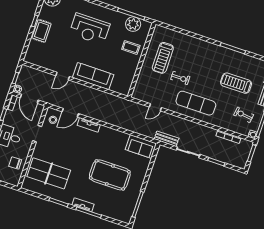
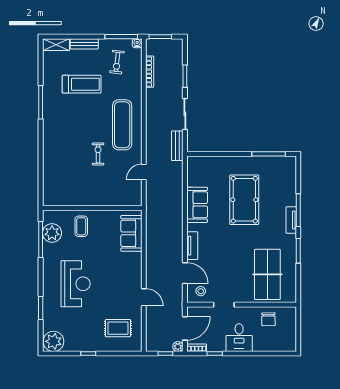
rug: (42, 31) -> (118, 328), moved
treadmill: (163, 58) -> (81, 183), removed
sofa: (93, 76) -> (131, 233), moved, width x0.73
treadmill: (236, 83) -> (82, 84), turned -90
door: (155, 107) -> (144, 172), swing flipped
sofa: (141, 146) -> (197, 205), moved

